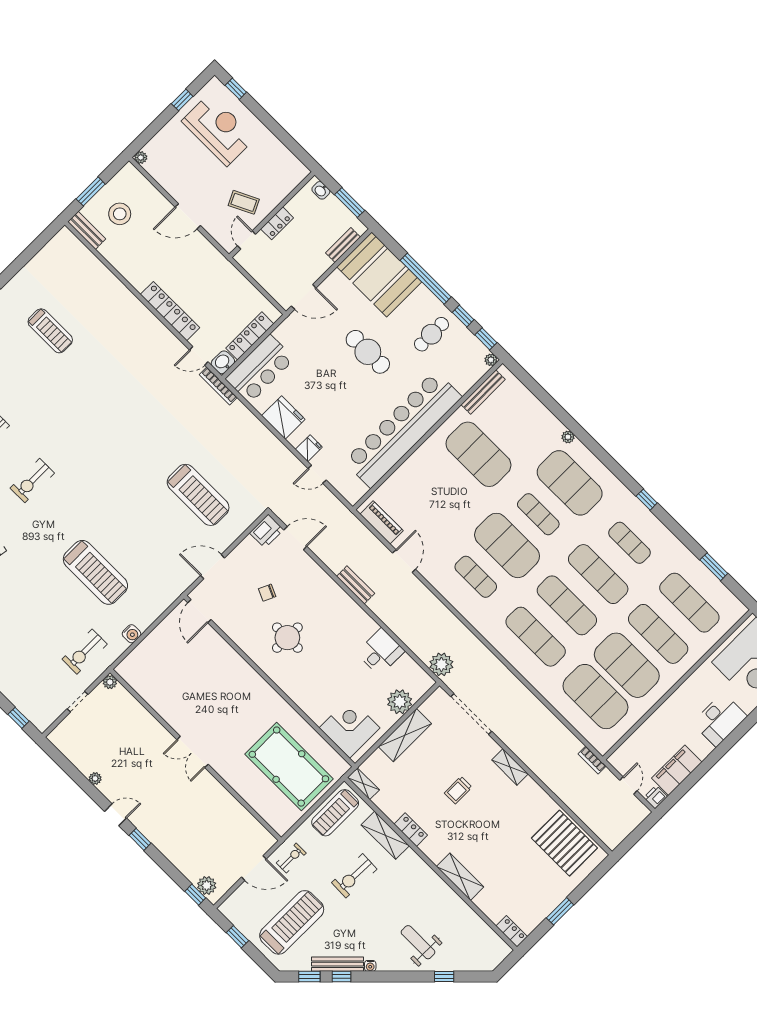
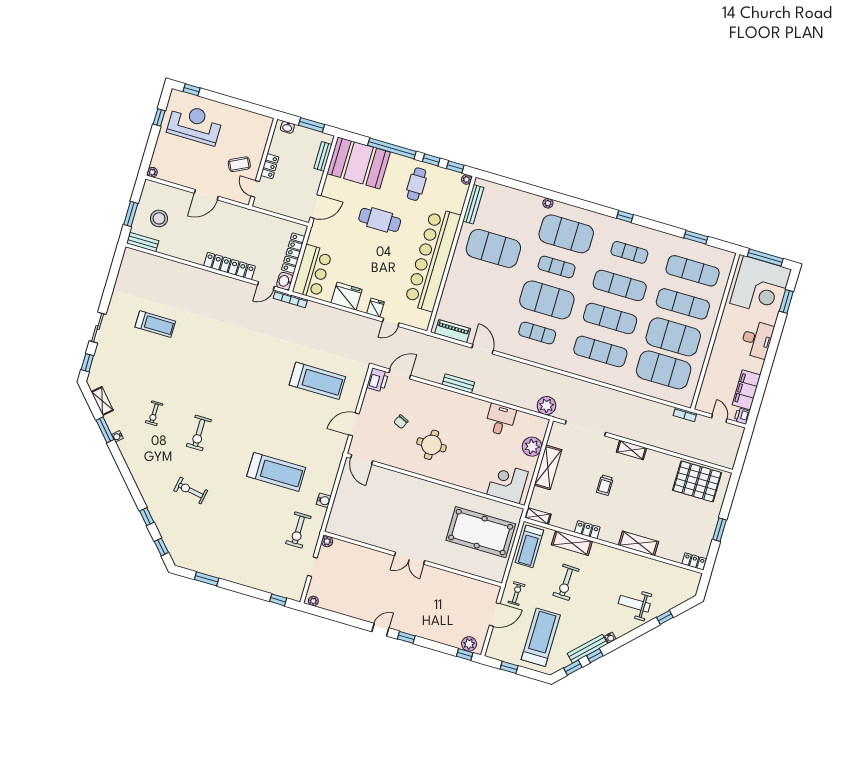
plant: (95, 778) -> (313, 601), moved

